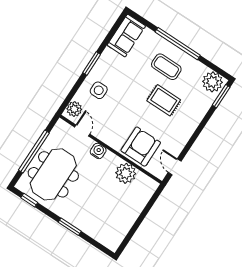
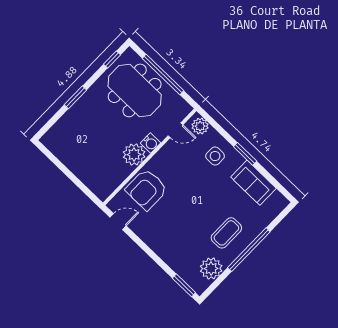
sofa: (126, 36) -> (253, 183), moved
plant: (212, 82) -> (211, 268), moved
rug: (164, 100) -> (191, 223), removed
armchair: (141, 147) -> (146, 189), turned 90
plant: (126, 173) -> (134, 155), moved

